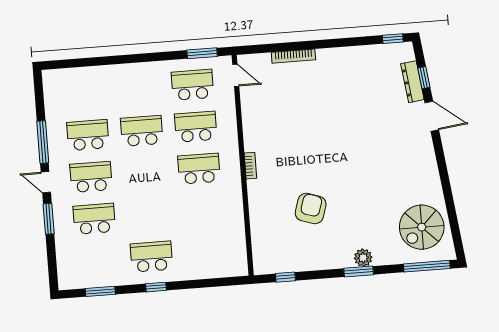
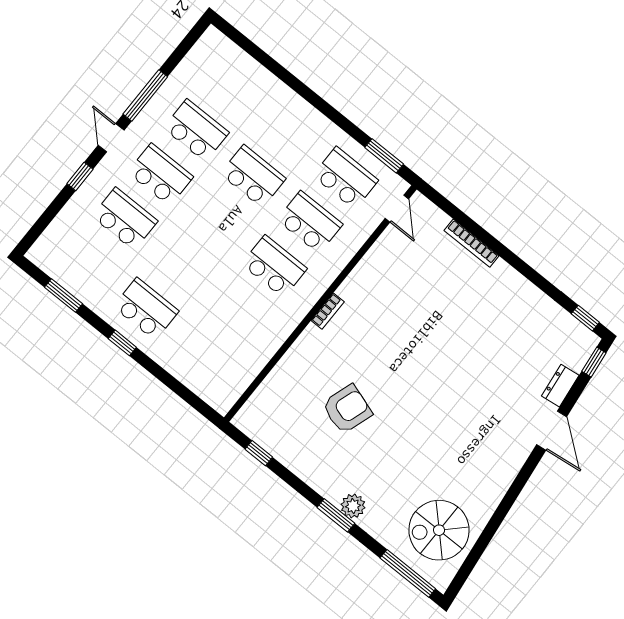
window: (424, 78) -> (594, 362), moved
dresser: (412, 82) -> (560, 386), width x0.70
window: (49, 219) -> (80, 176), width x0.67

